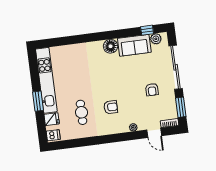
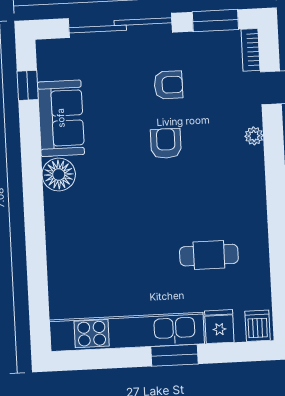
plant: (156, 39) -> (50, 66), removed
armchair: (111, 107) -> (166, 143), moved

